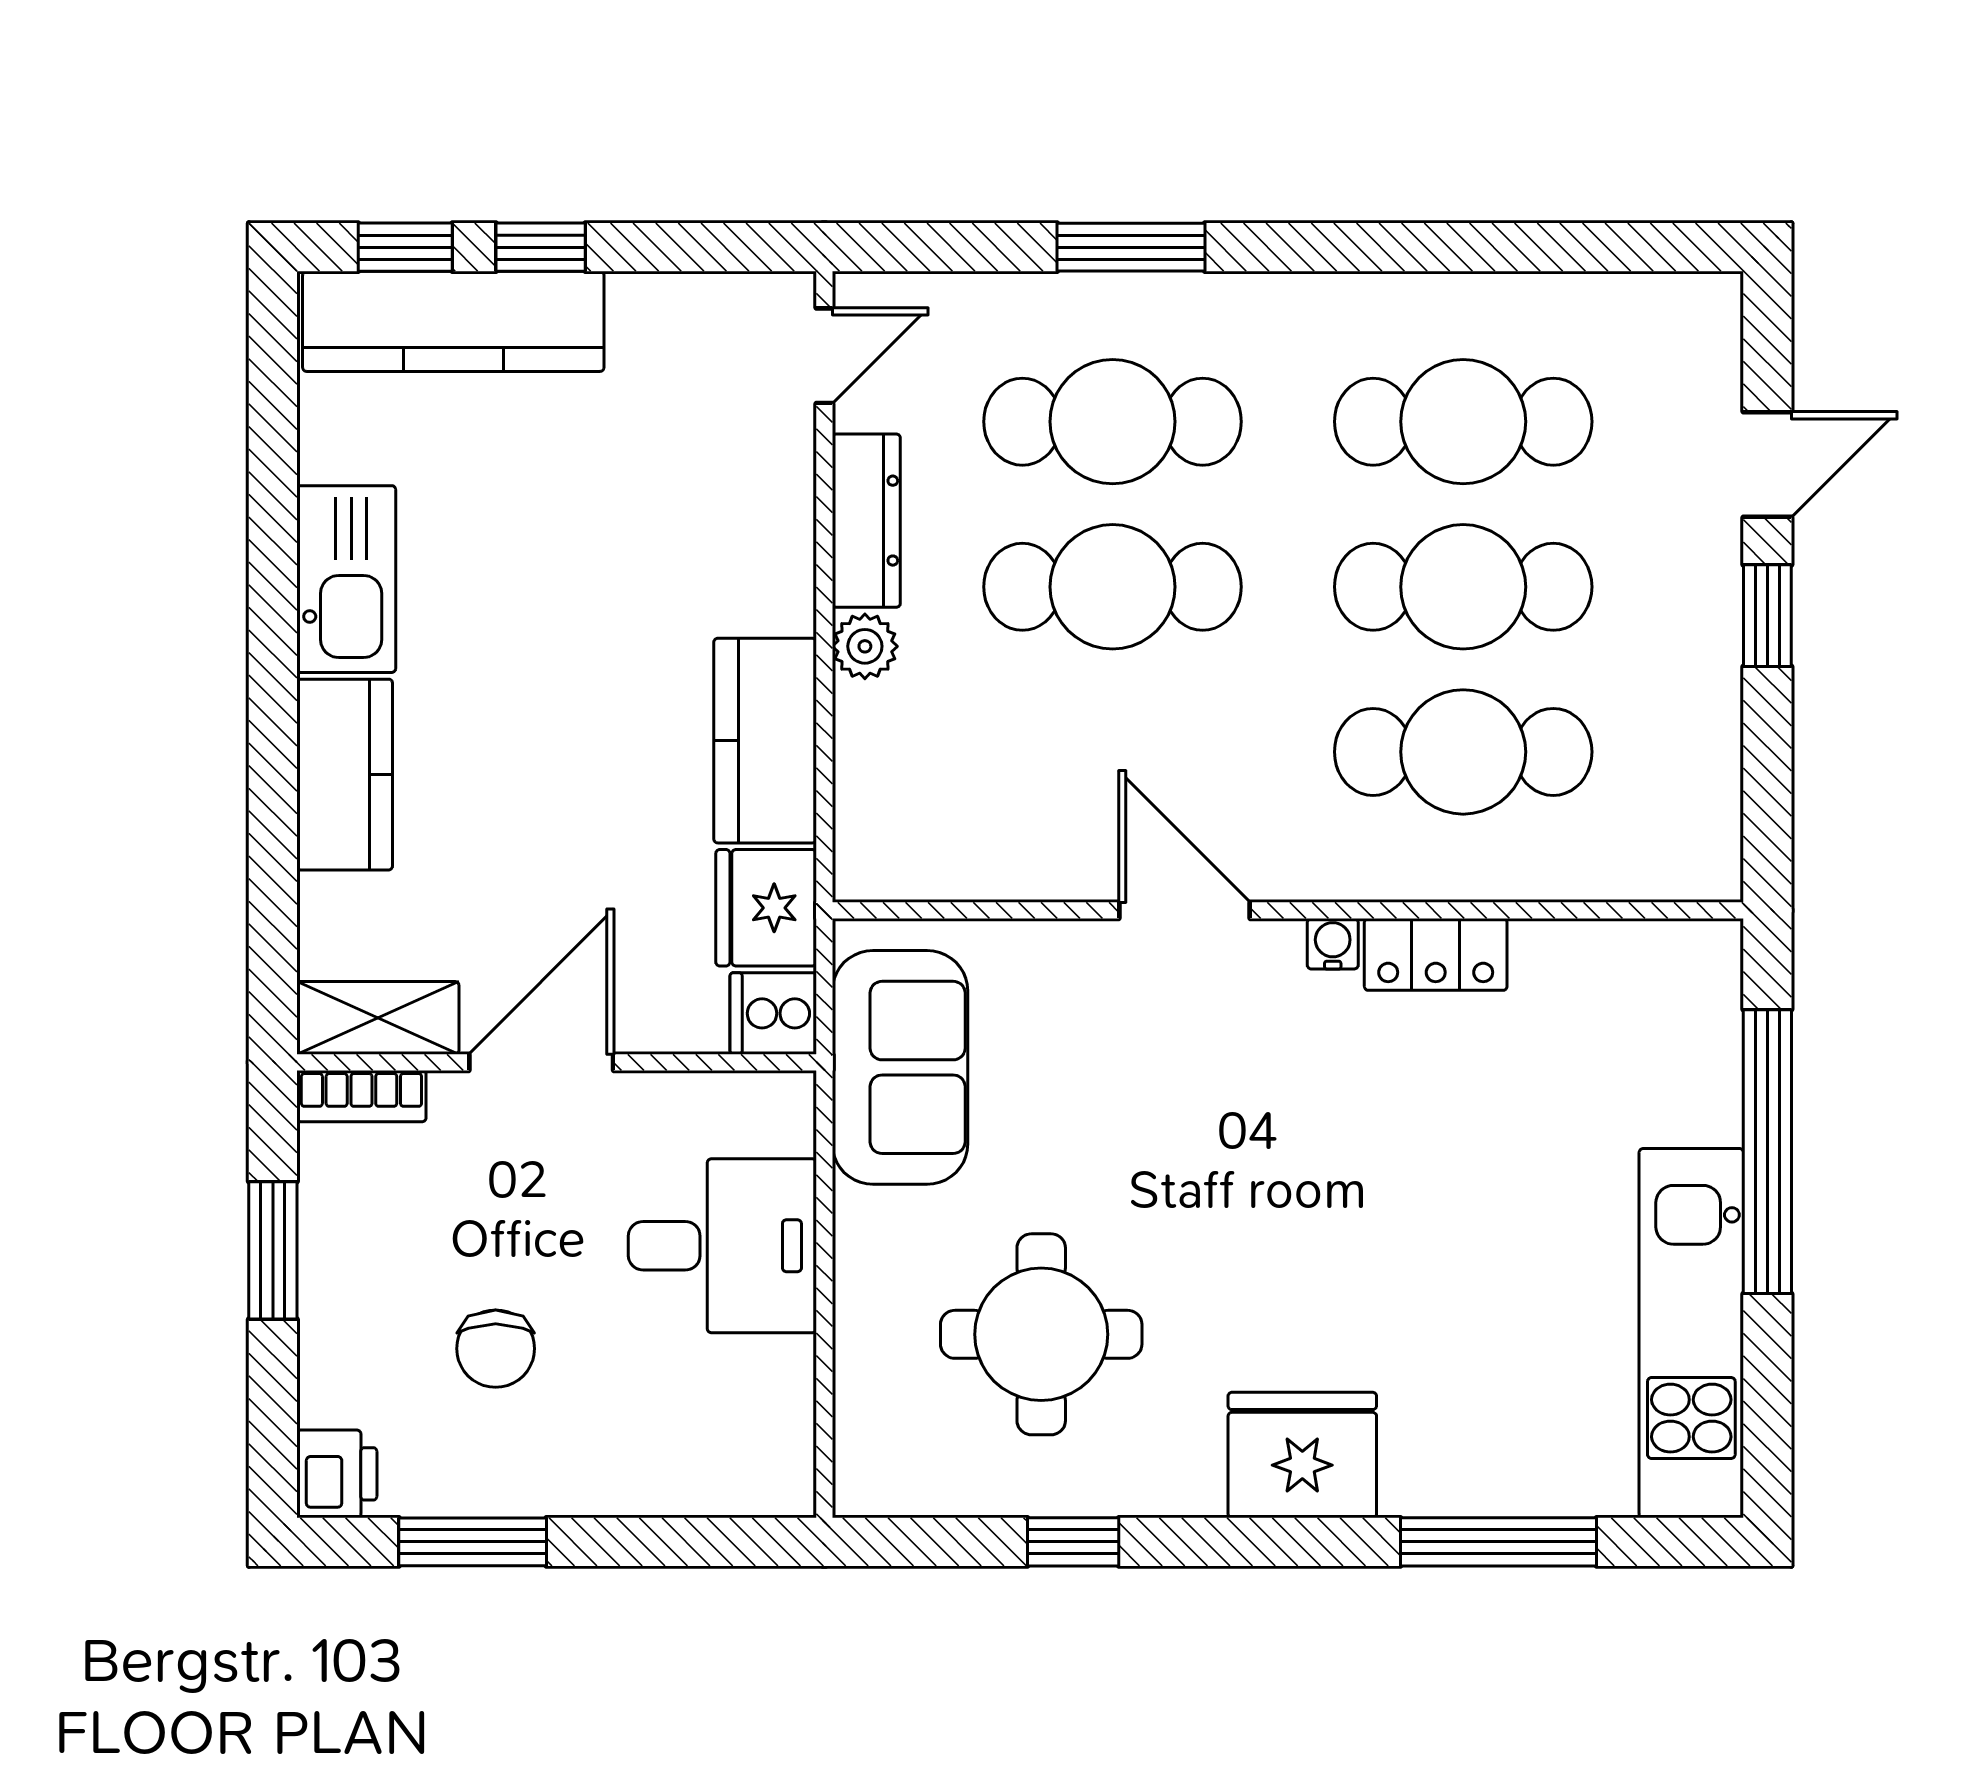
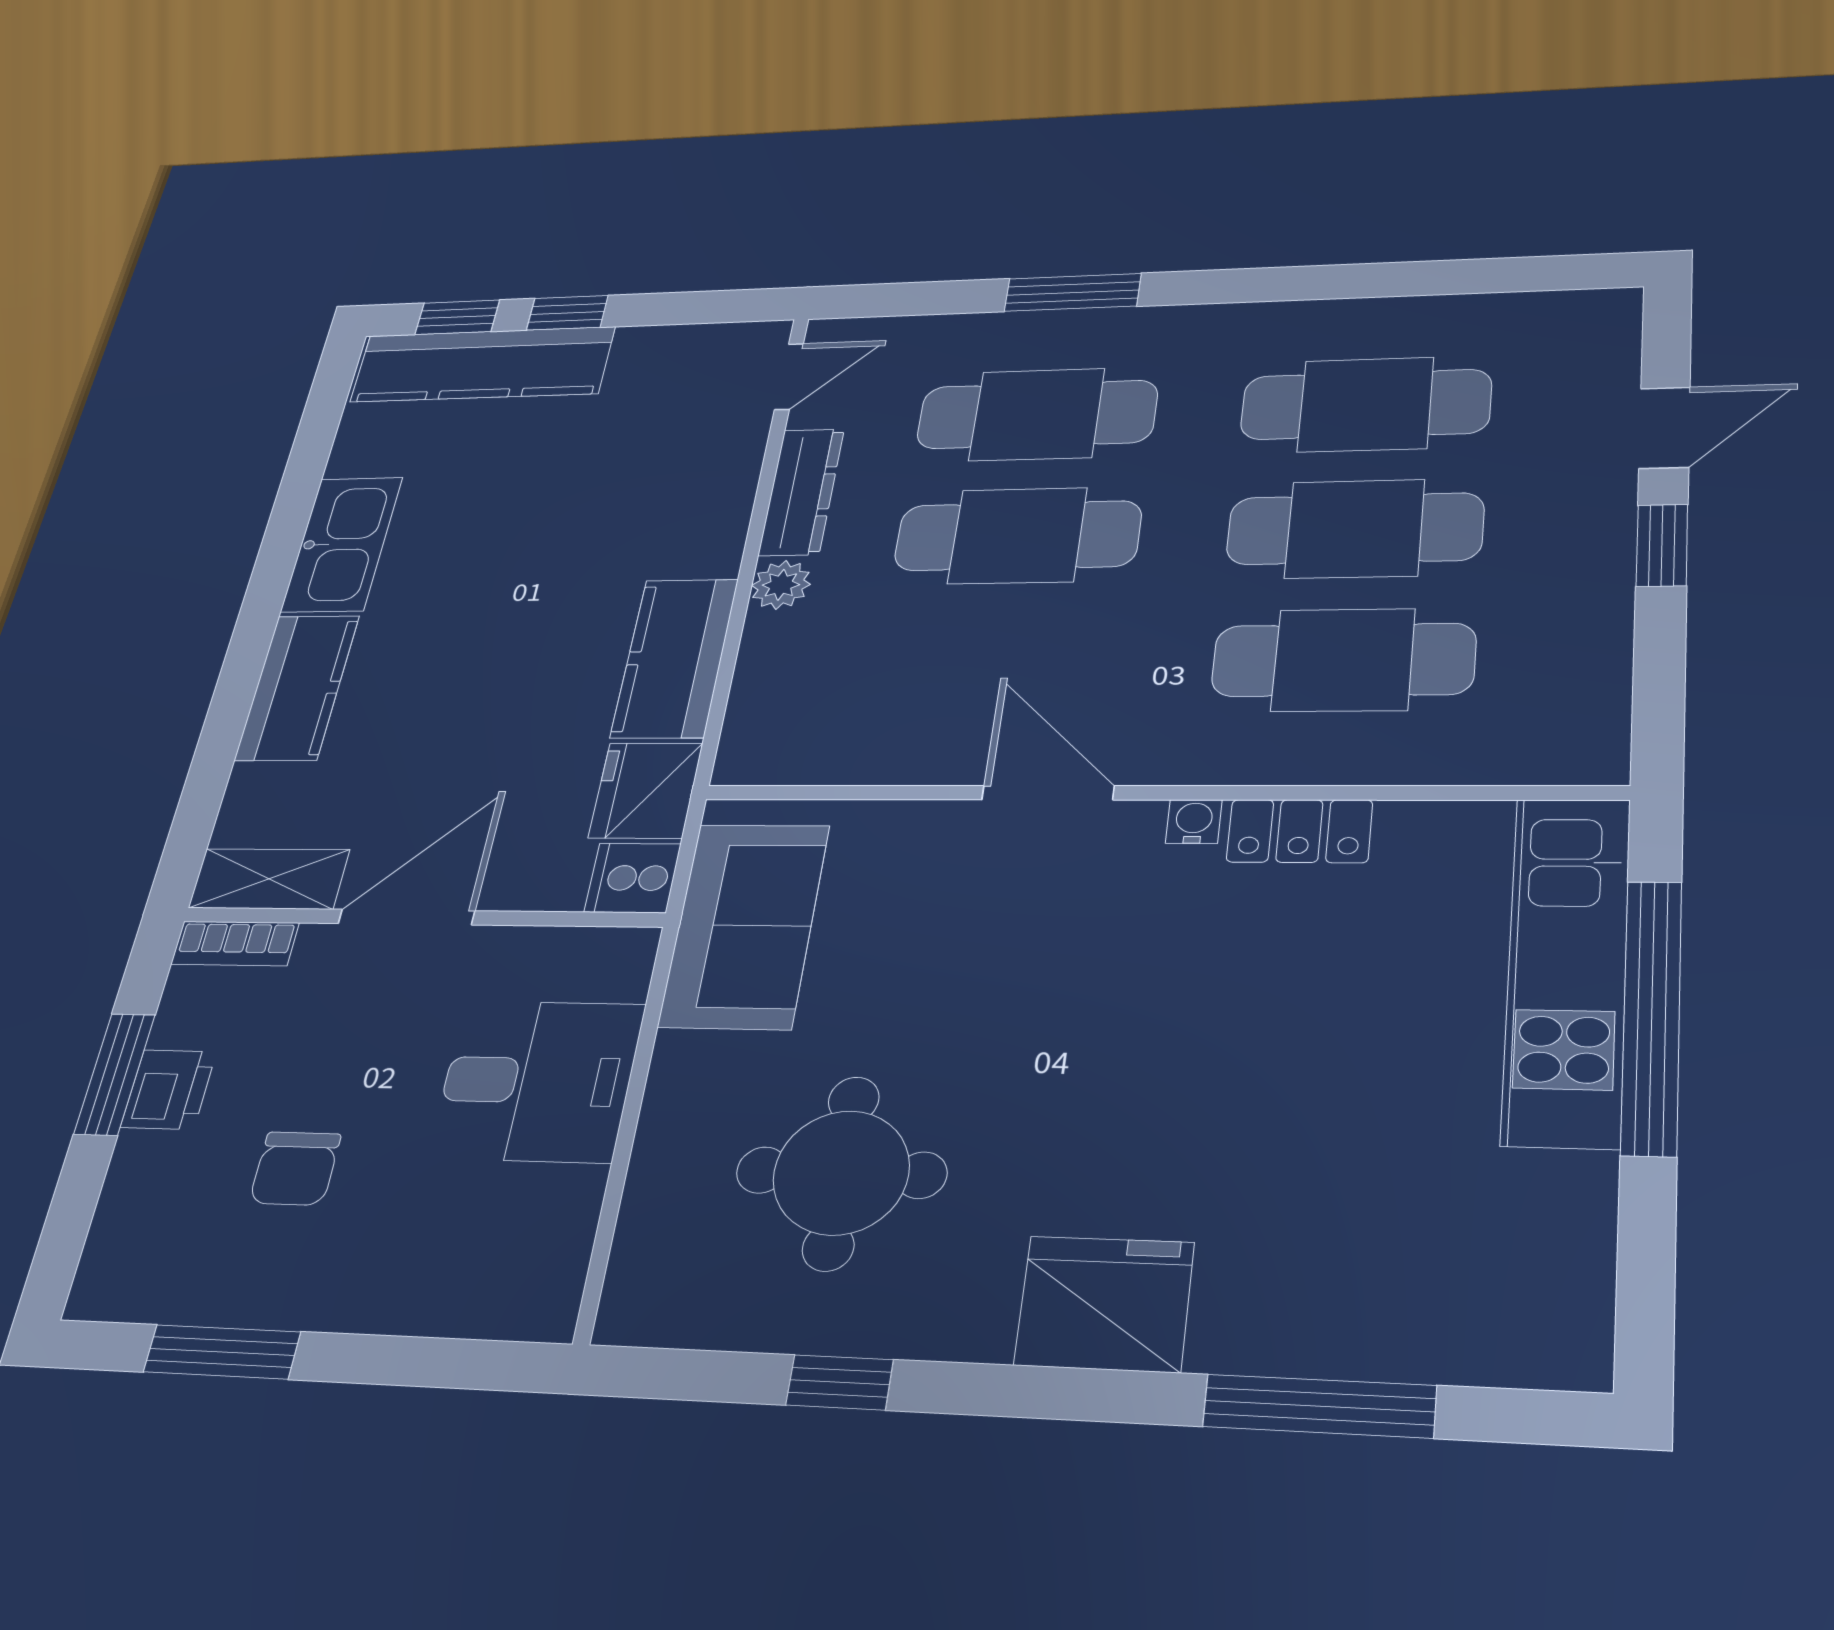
kitchen unit: (1691, 1333) -> (1567, 968), moved
printer: (337, 1474) -> (169, 1089), moved

